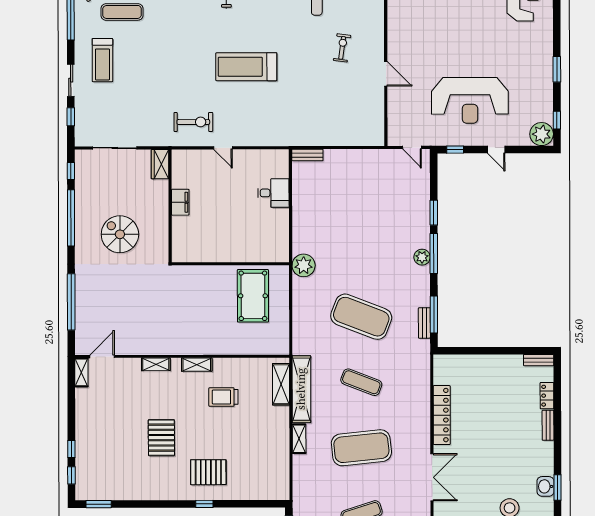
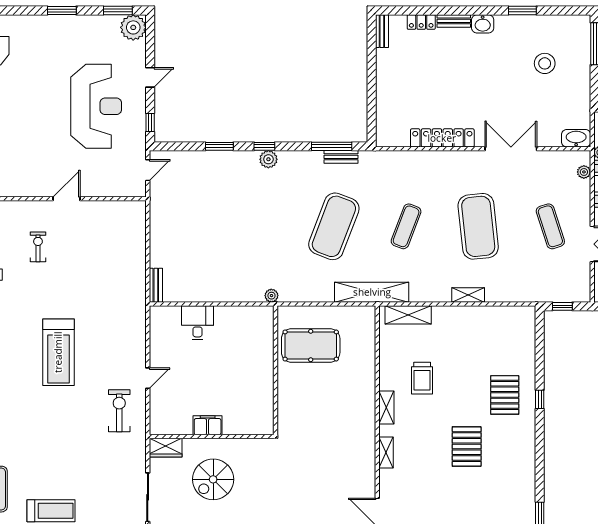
exercise bike: (342, 48) -> (38, 247), turned 82
window: (557, 120) -> (118, 11), width x1.50
spiral stairs: (120, 234) -> (213, 479), moved
window: (434, 253) -> (264, 146), width x0.46
plant: (304, 265) -> (271, 296), width x0.53, depth x0.53
shelving: (301, 389) -> (372, 292), moved
pallet: (161, 438) -> (467, 447), turned 90
washbasin: (545, 486) -> (483, 24), moved

